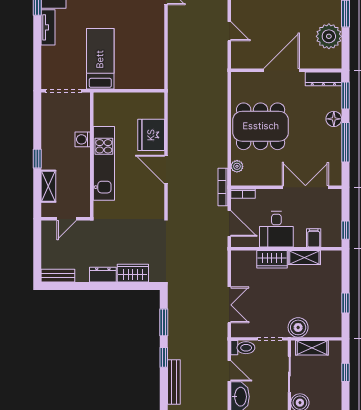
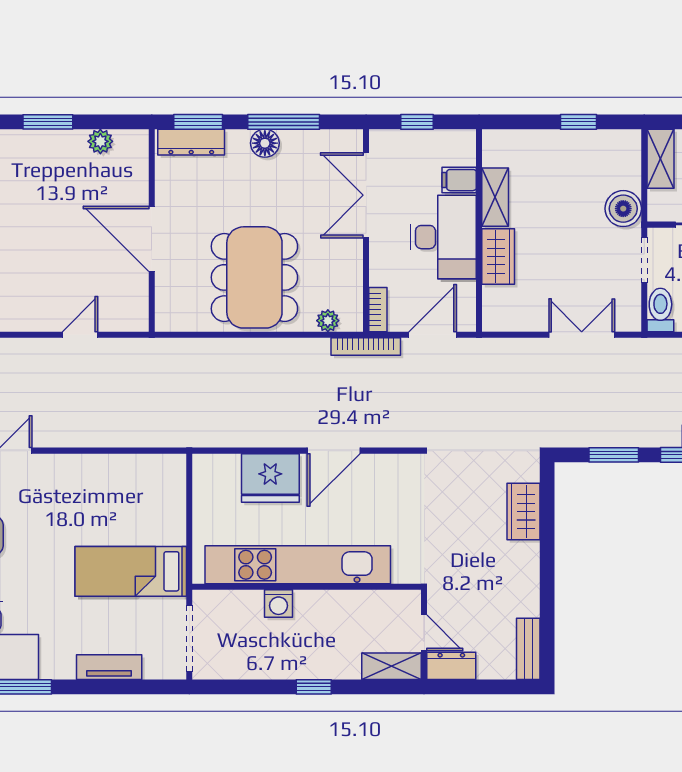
tv unit: (48, 27) -> (109, 667), moved
plant: (329, 36) -> (100, 141), width x0.53, depth x0.53
dresser: (323, 79) -> (191, 142), moved, turned 90
floor lamp: (334, 119) -> (265, 143), moved
kitchen unit: (104, 163) -> (298, 565), width x1.36
shelving: (48, 186) -> (392, 666), moved
desk: (276, 229) -> (443, 237), width x1.37
window: (345, 230) -> (417, 122), moved
dresser: (103, 275) -> (451, 666), moved, turned 90
shelving: (312, 348) -> (661, 159), moved

